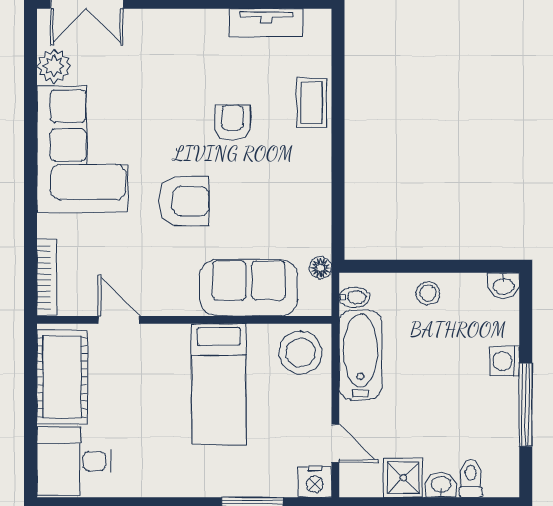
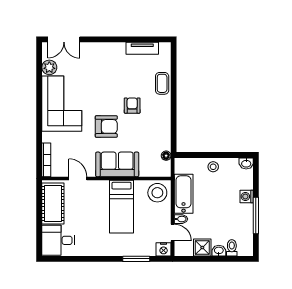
armchair: (233, 123) -> (132, 106), moved
sofa: (249, 288) -> (117, 164), moved
bidet: (354, 297) -> (181, 219), moved

